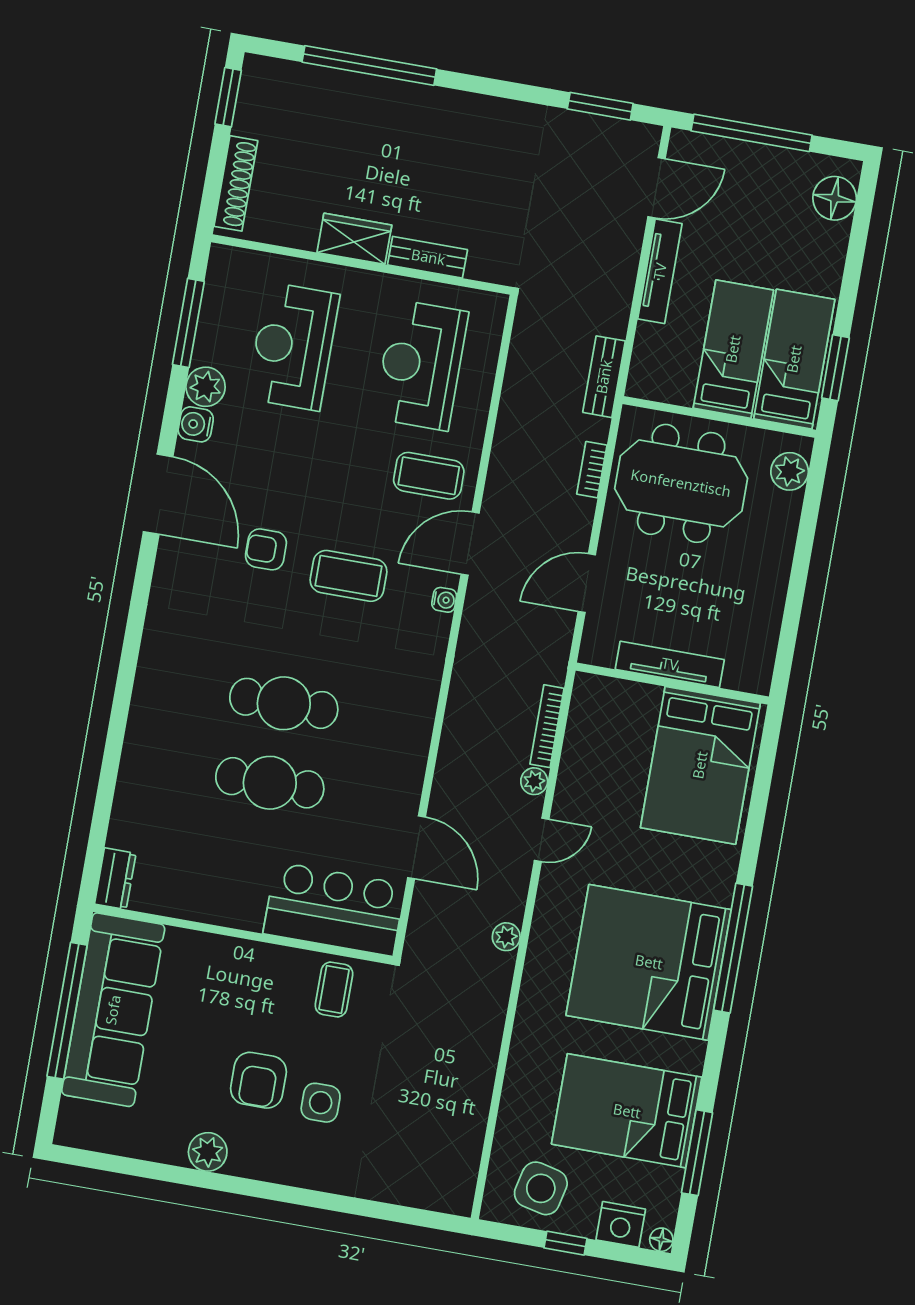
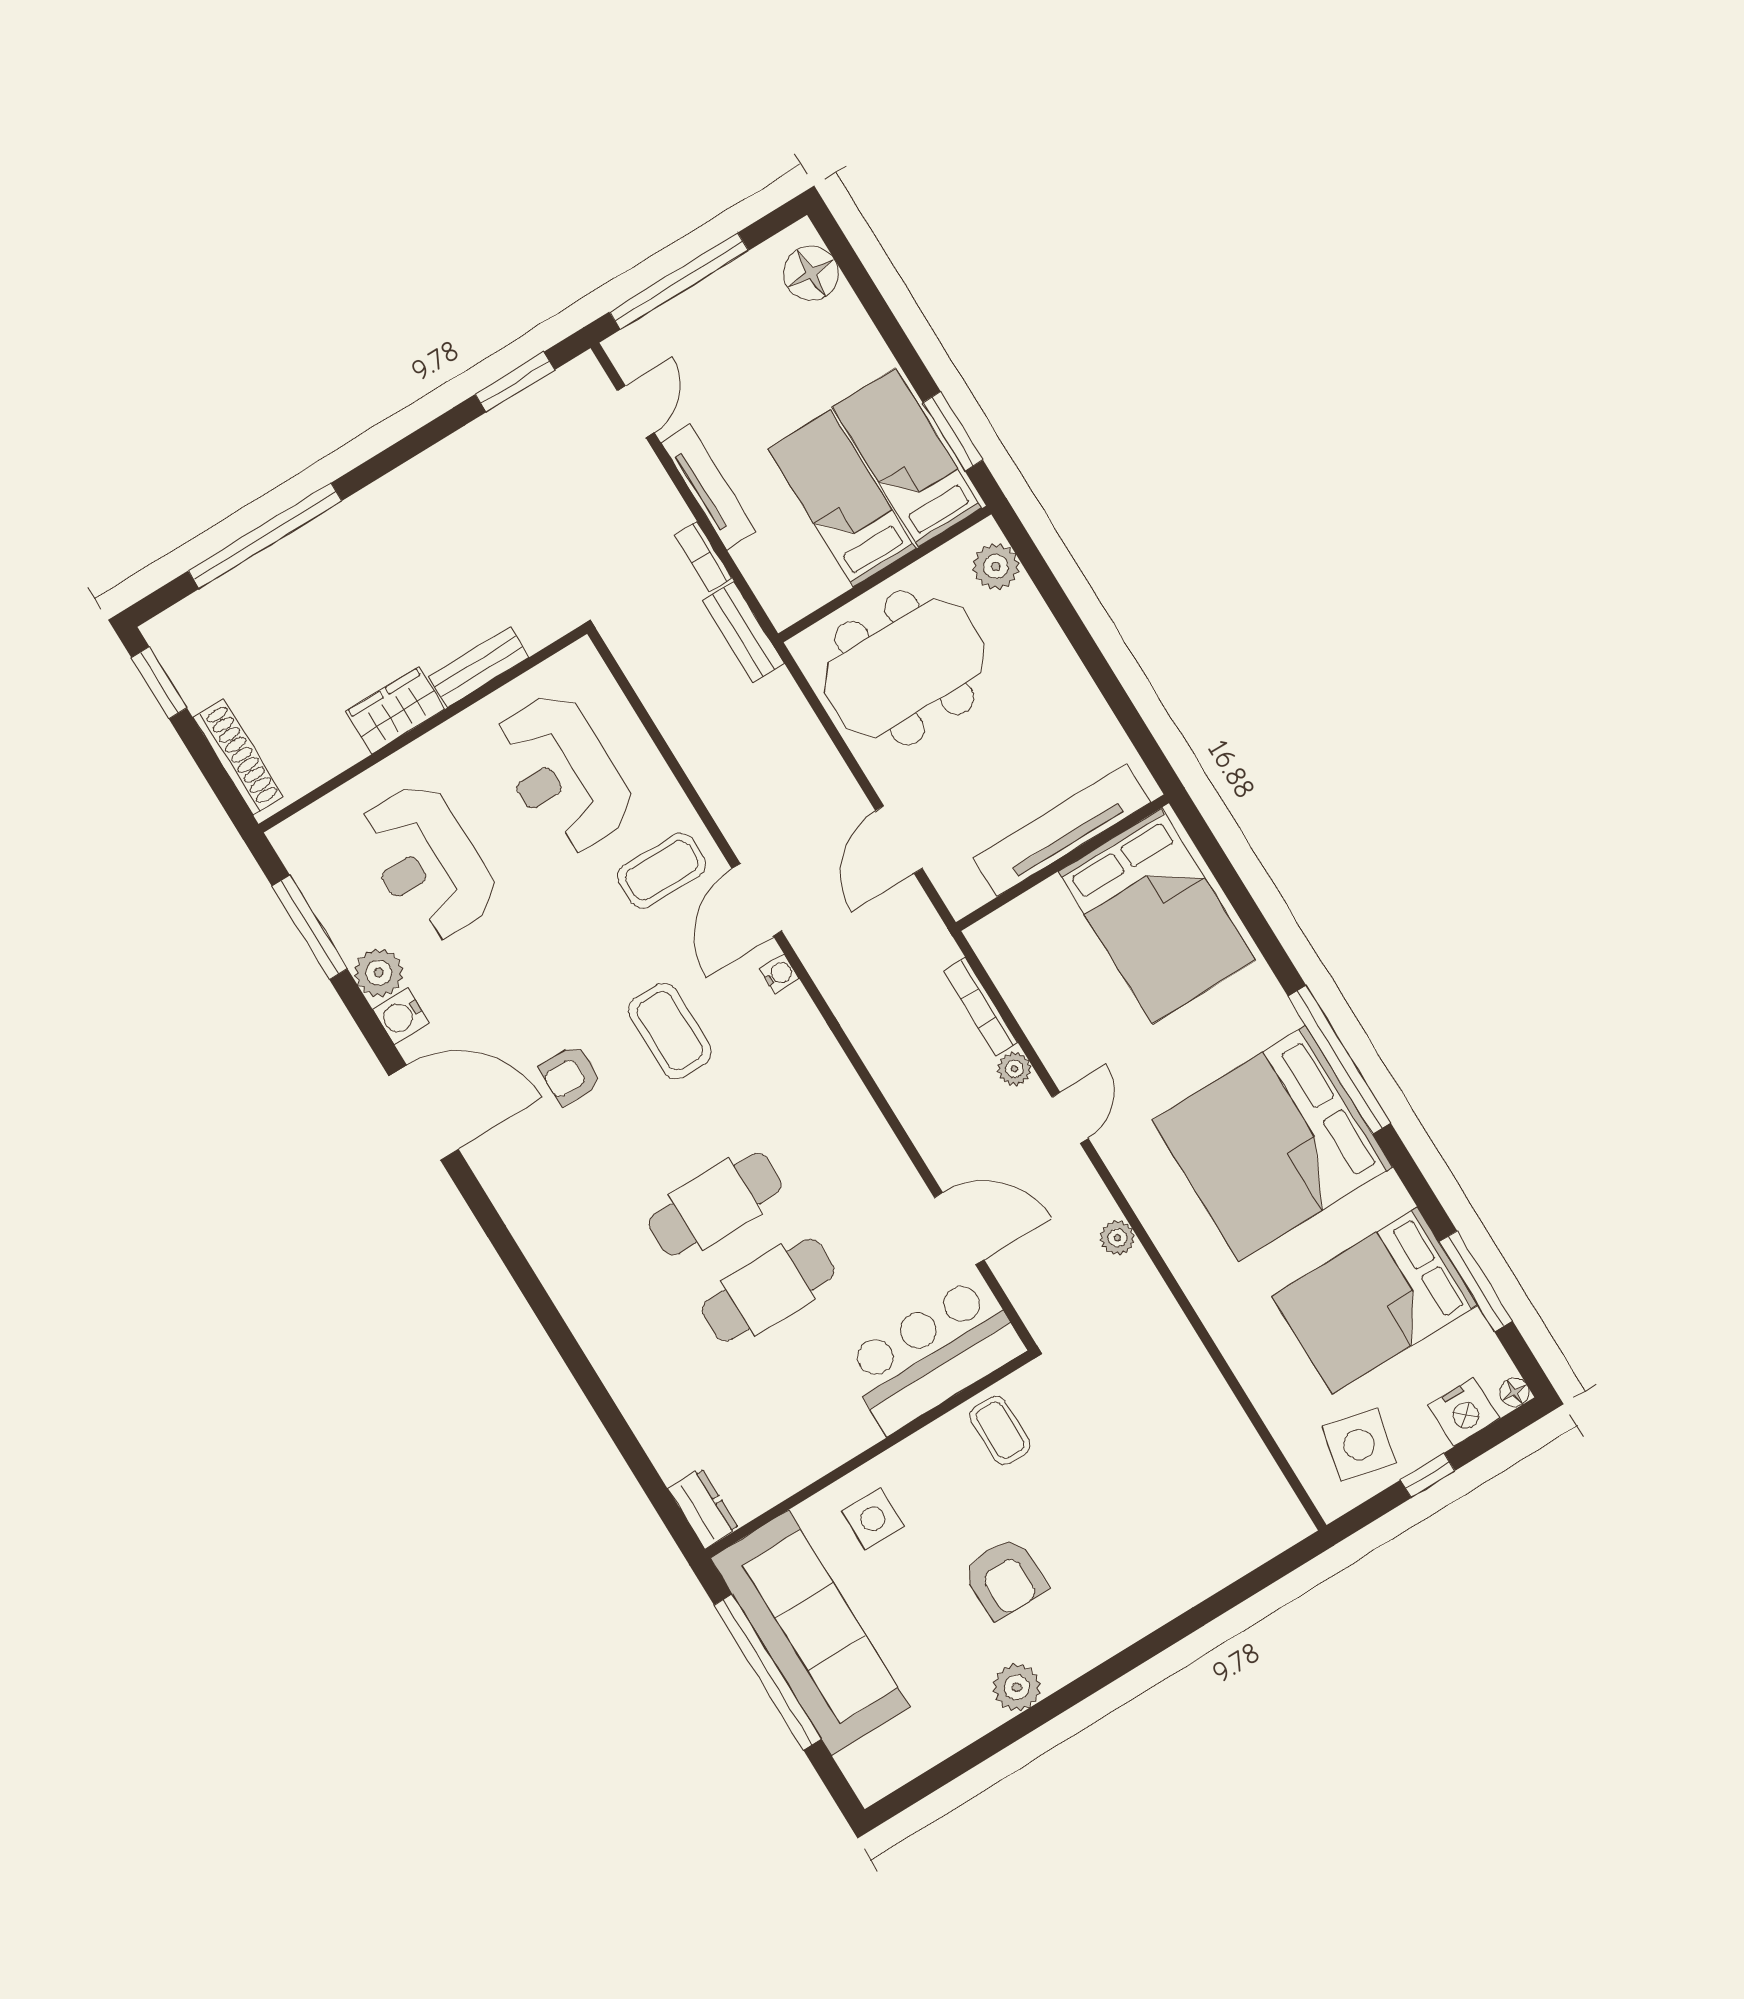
door: (657, 188) -> (636, 412), width x0.73
bookcase: (592, 470) -> (703, 556), moved
coffee table: (349, 576) -> (670, 1031), turned 90
tv unit: (670, 664) -> (1062, 830), width x1.36, depth x1.29
side table: (321, 1103) -> (873, 1519), moved

